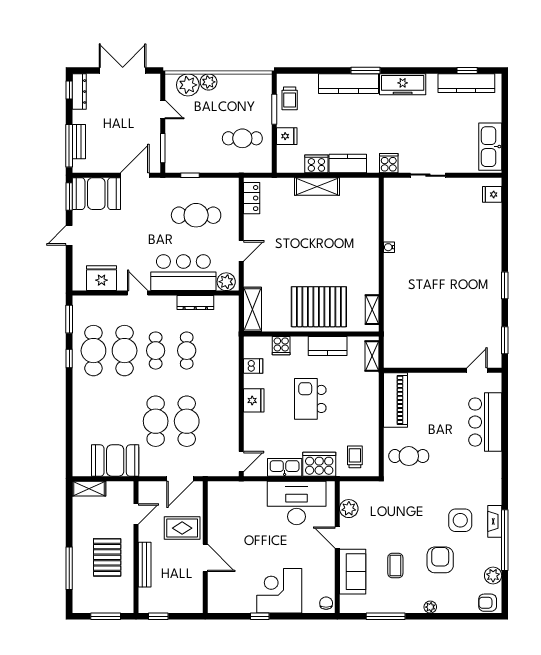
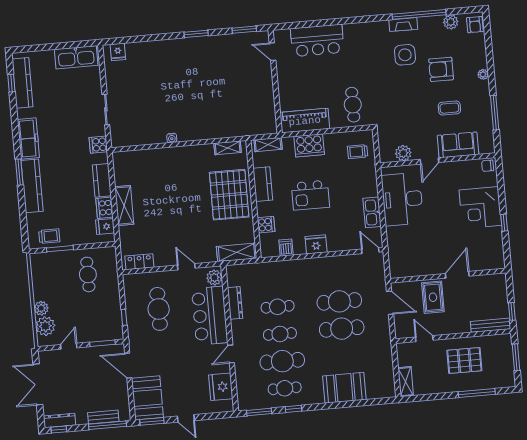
fridge: (287, 136) -> (105, 226), moved, turned -90
cafe table: (93, 351) -> (285, 388), width x0.73, depth x0.74
booth: (115, 461) -> (344, 388), moved, turned 90
cooker: (319, 464) -> (309, 145), moved, turned -90
bench: (145, 565) -> (491, 325), moved

